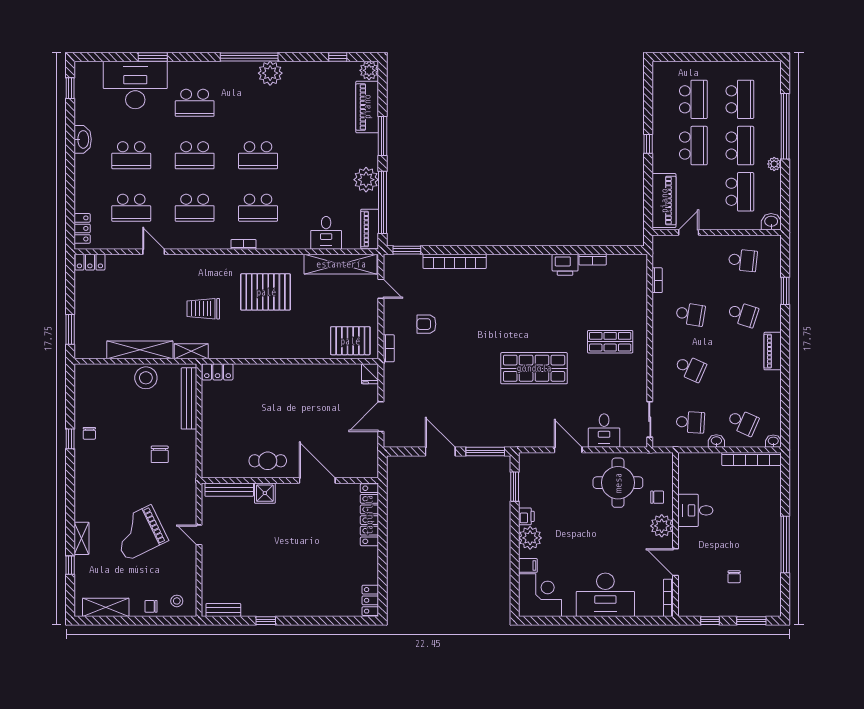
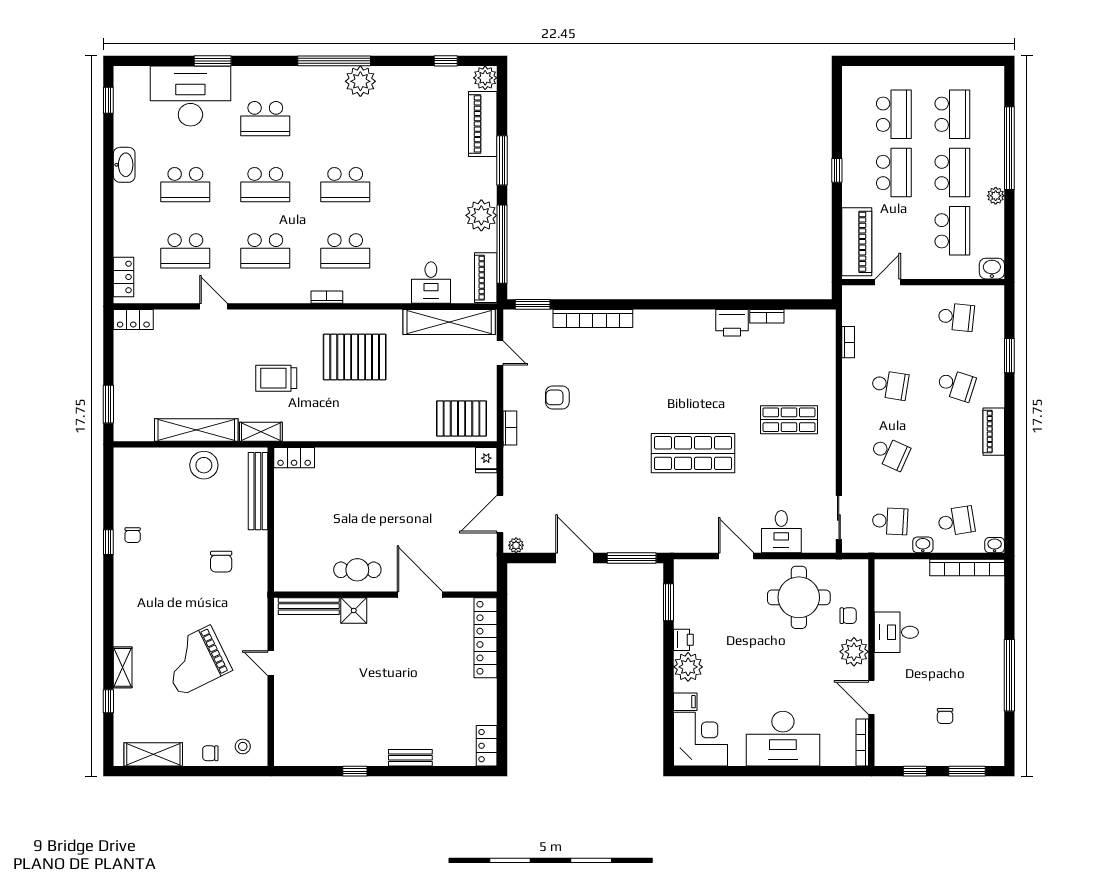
school desk: (743, 422) -> (956, 521), turned -33
plant: (394, 441) -> (516, 545), added
bench: (223, 610) -> (410, 758), moved

